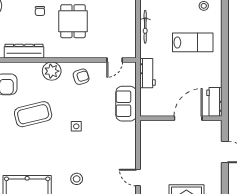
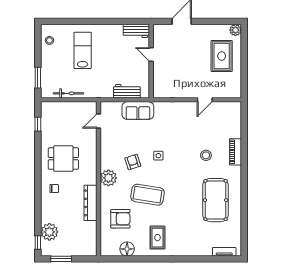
door: (115, 60) -> (98, 121), swing flipped
workbench: (148, 73) -> (127, 91), moved
armchair: (81, 77) -> (133, 162), moved
coffee table: (33, 114) -> (147, 195), turned -67
door: (188, 118) -> (151, 54), width x0.53

